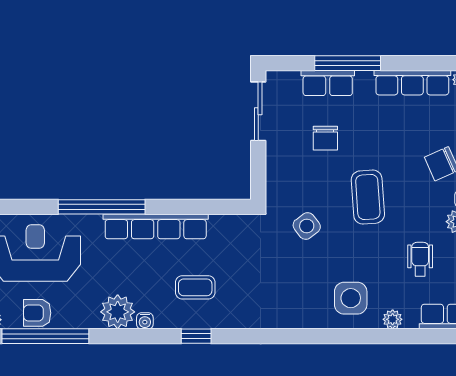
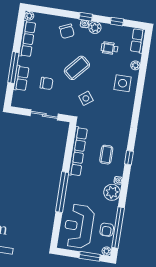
sliding door: (258, 111) -> (44, 115), moved
coffee table: (368, 197) -> (77, 68), turned -45
row of seats: (156, 226) -> (78, 152), moved

